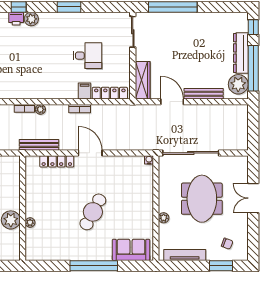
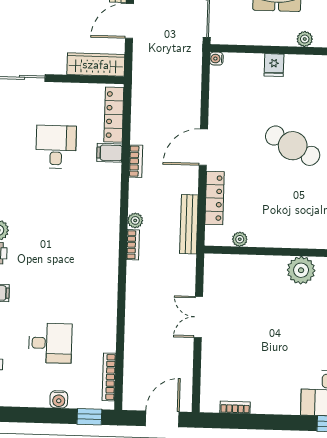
fridge: (146, 198) -> (274, 65), added
plant: (30, 223) -> (240, 239), moved

